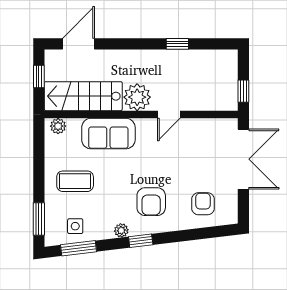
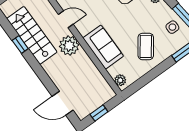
stairs: (83, 96) -> (32, 35), moved, turned 180
coffee table: (75, 181) -> (146, 46), turned 36

